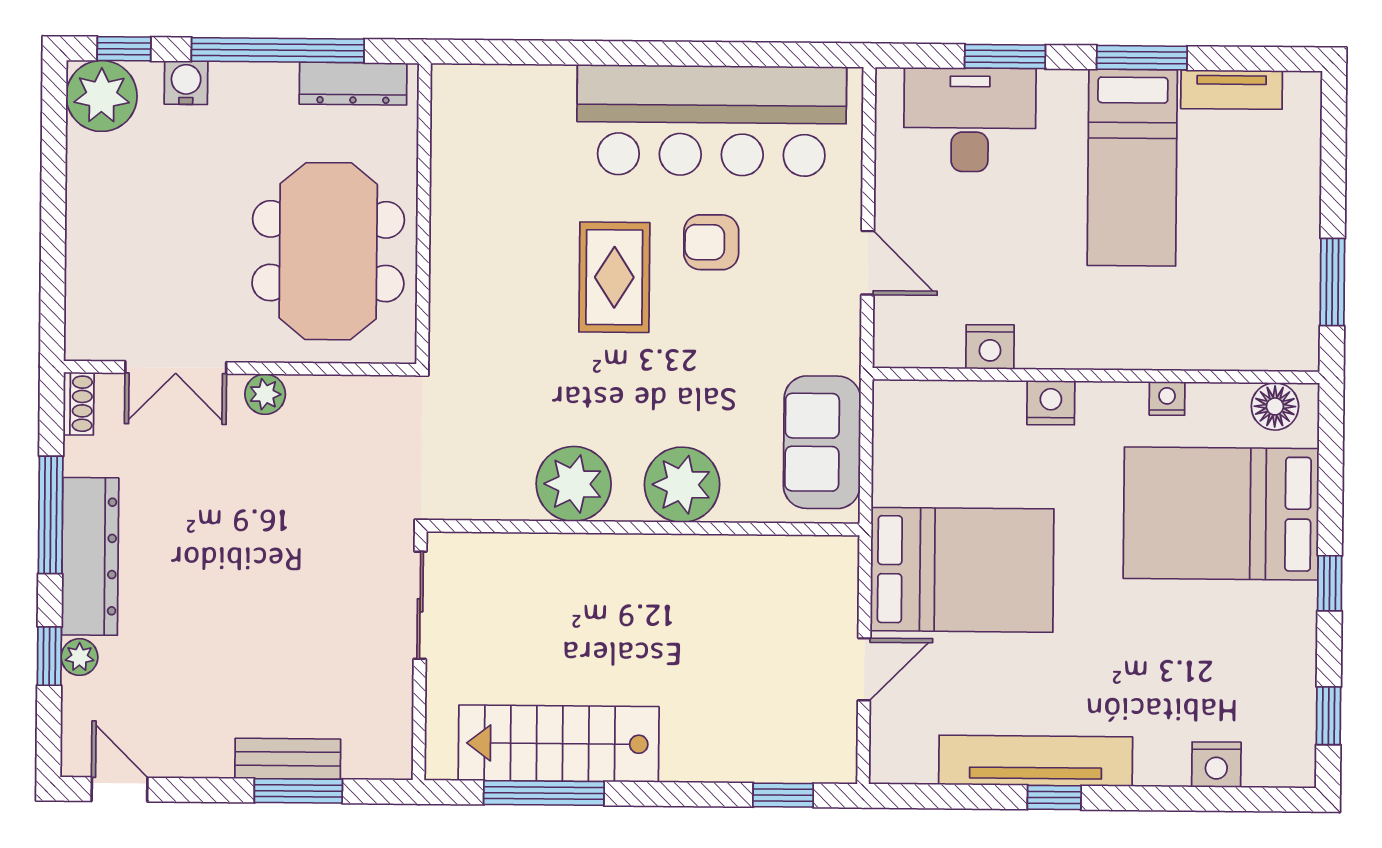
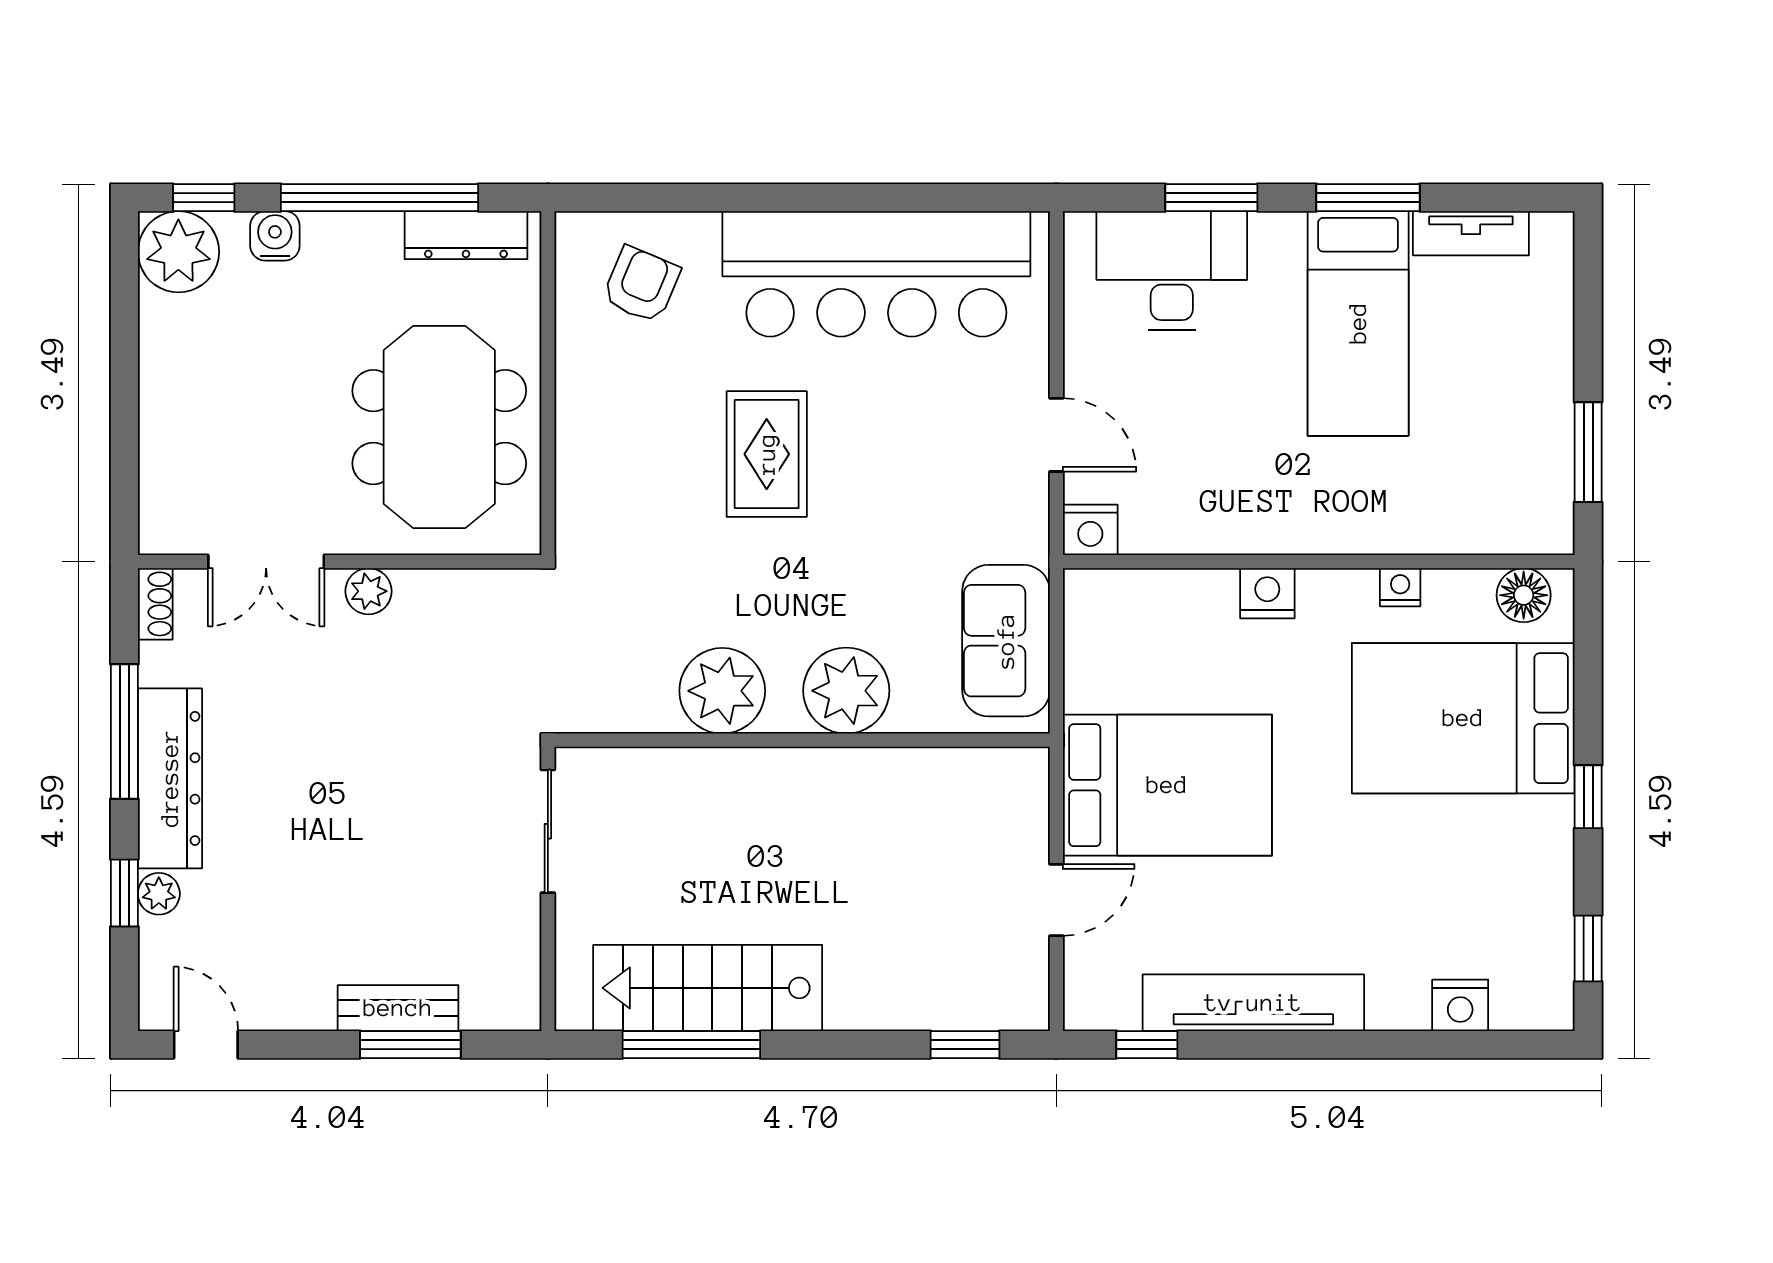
armchair: (711, 242) -> (641, 285), moved, turned 113
nightstand: (990, 347) -> (1090, 530), moved
window: (1054, 797) -> (1147, 1045), moved

